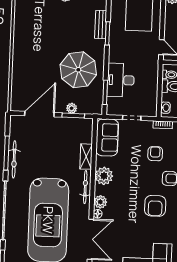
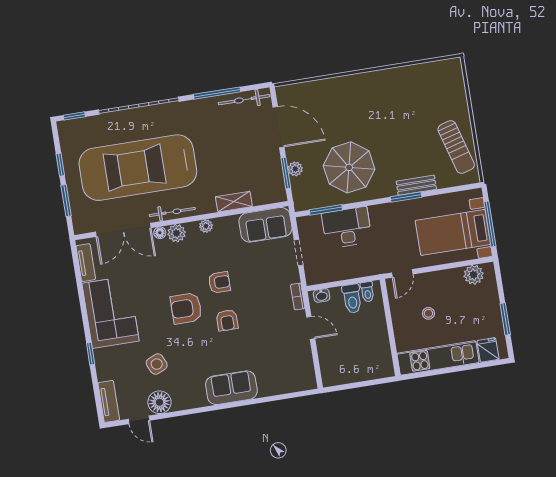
armchair: (155, 154) -> (219, 282), moved
bicycle: (14, 159) -> (244, 100), moved
plant: (104, 176) -> (206, 226), width x0.53, depth x0.53
bicycle: (85, 187) -> (172, 212), moved

